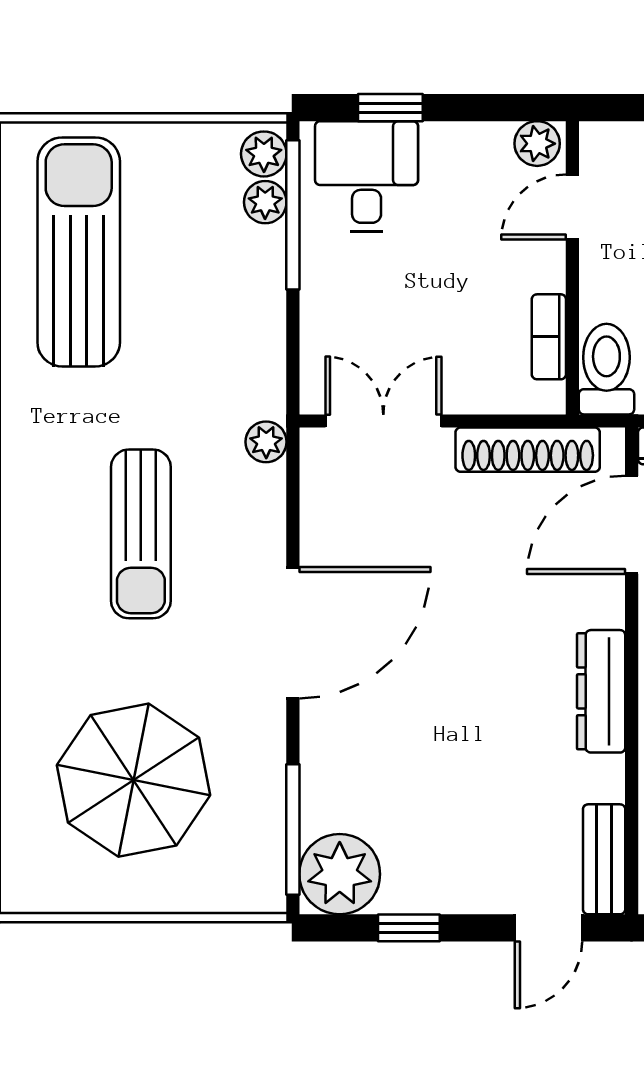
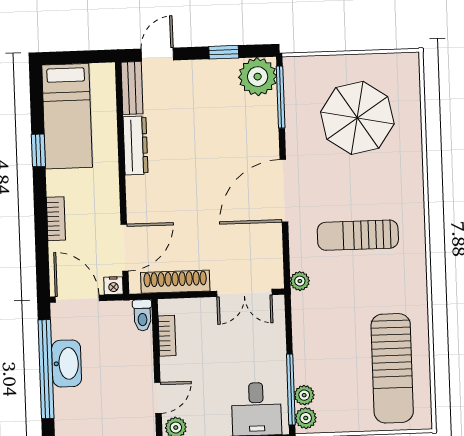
toilet: (606, 369) -> (142, 315), width x0.73, depth x0.72
sun lounger: (141, 534) -> (358, 235), turned -90
dresser: (601, 691) -> (135, 145), moved

